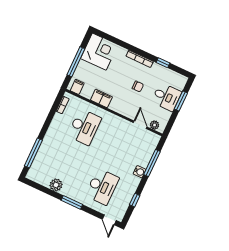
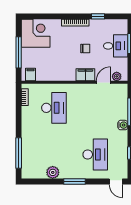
filing cabinet: (101, 98) -> (85, 75), moved
door: (140, 125) -> (104, 82), hinge flipped

